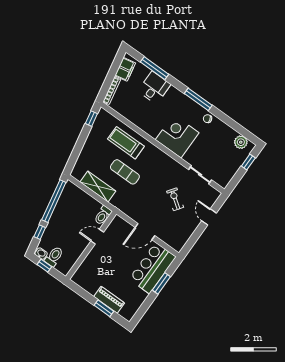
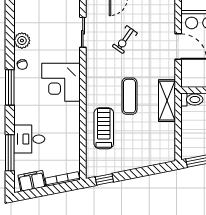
plant: (241, 142) -> (22, 41), moved
treadmill: (126, 143) -> (104, 128), turned 180
exercise mat: (125, 172) -> (129, 96), moved
shelving: (98, 187) -> (167, 101), moved

